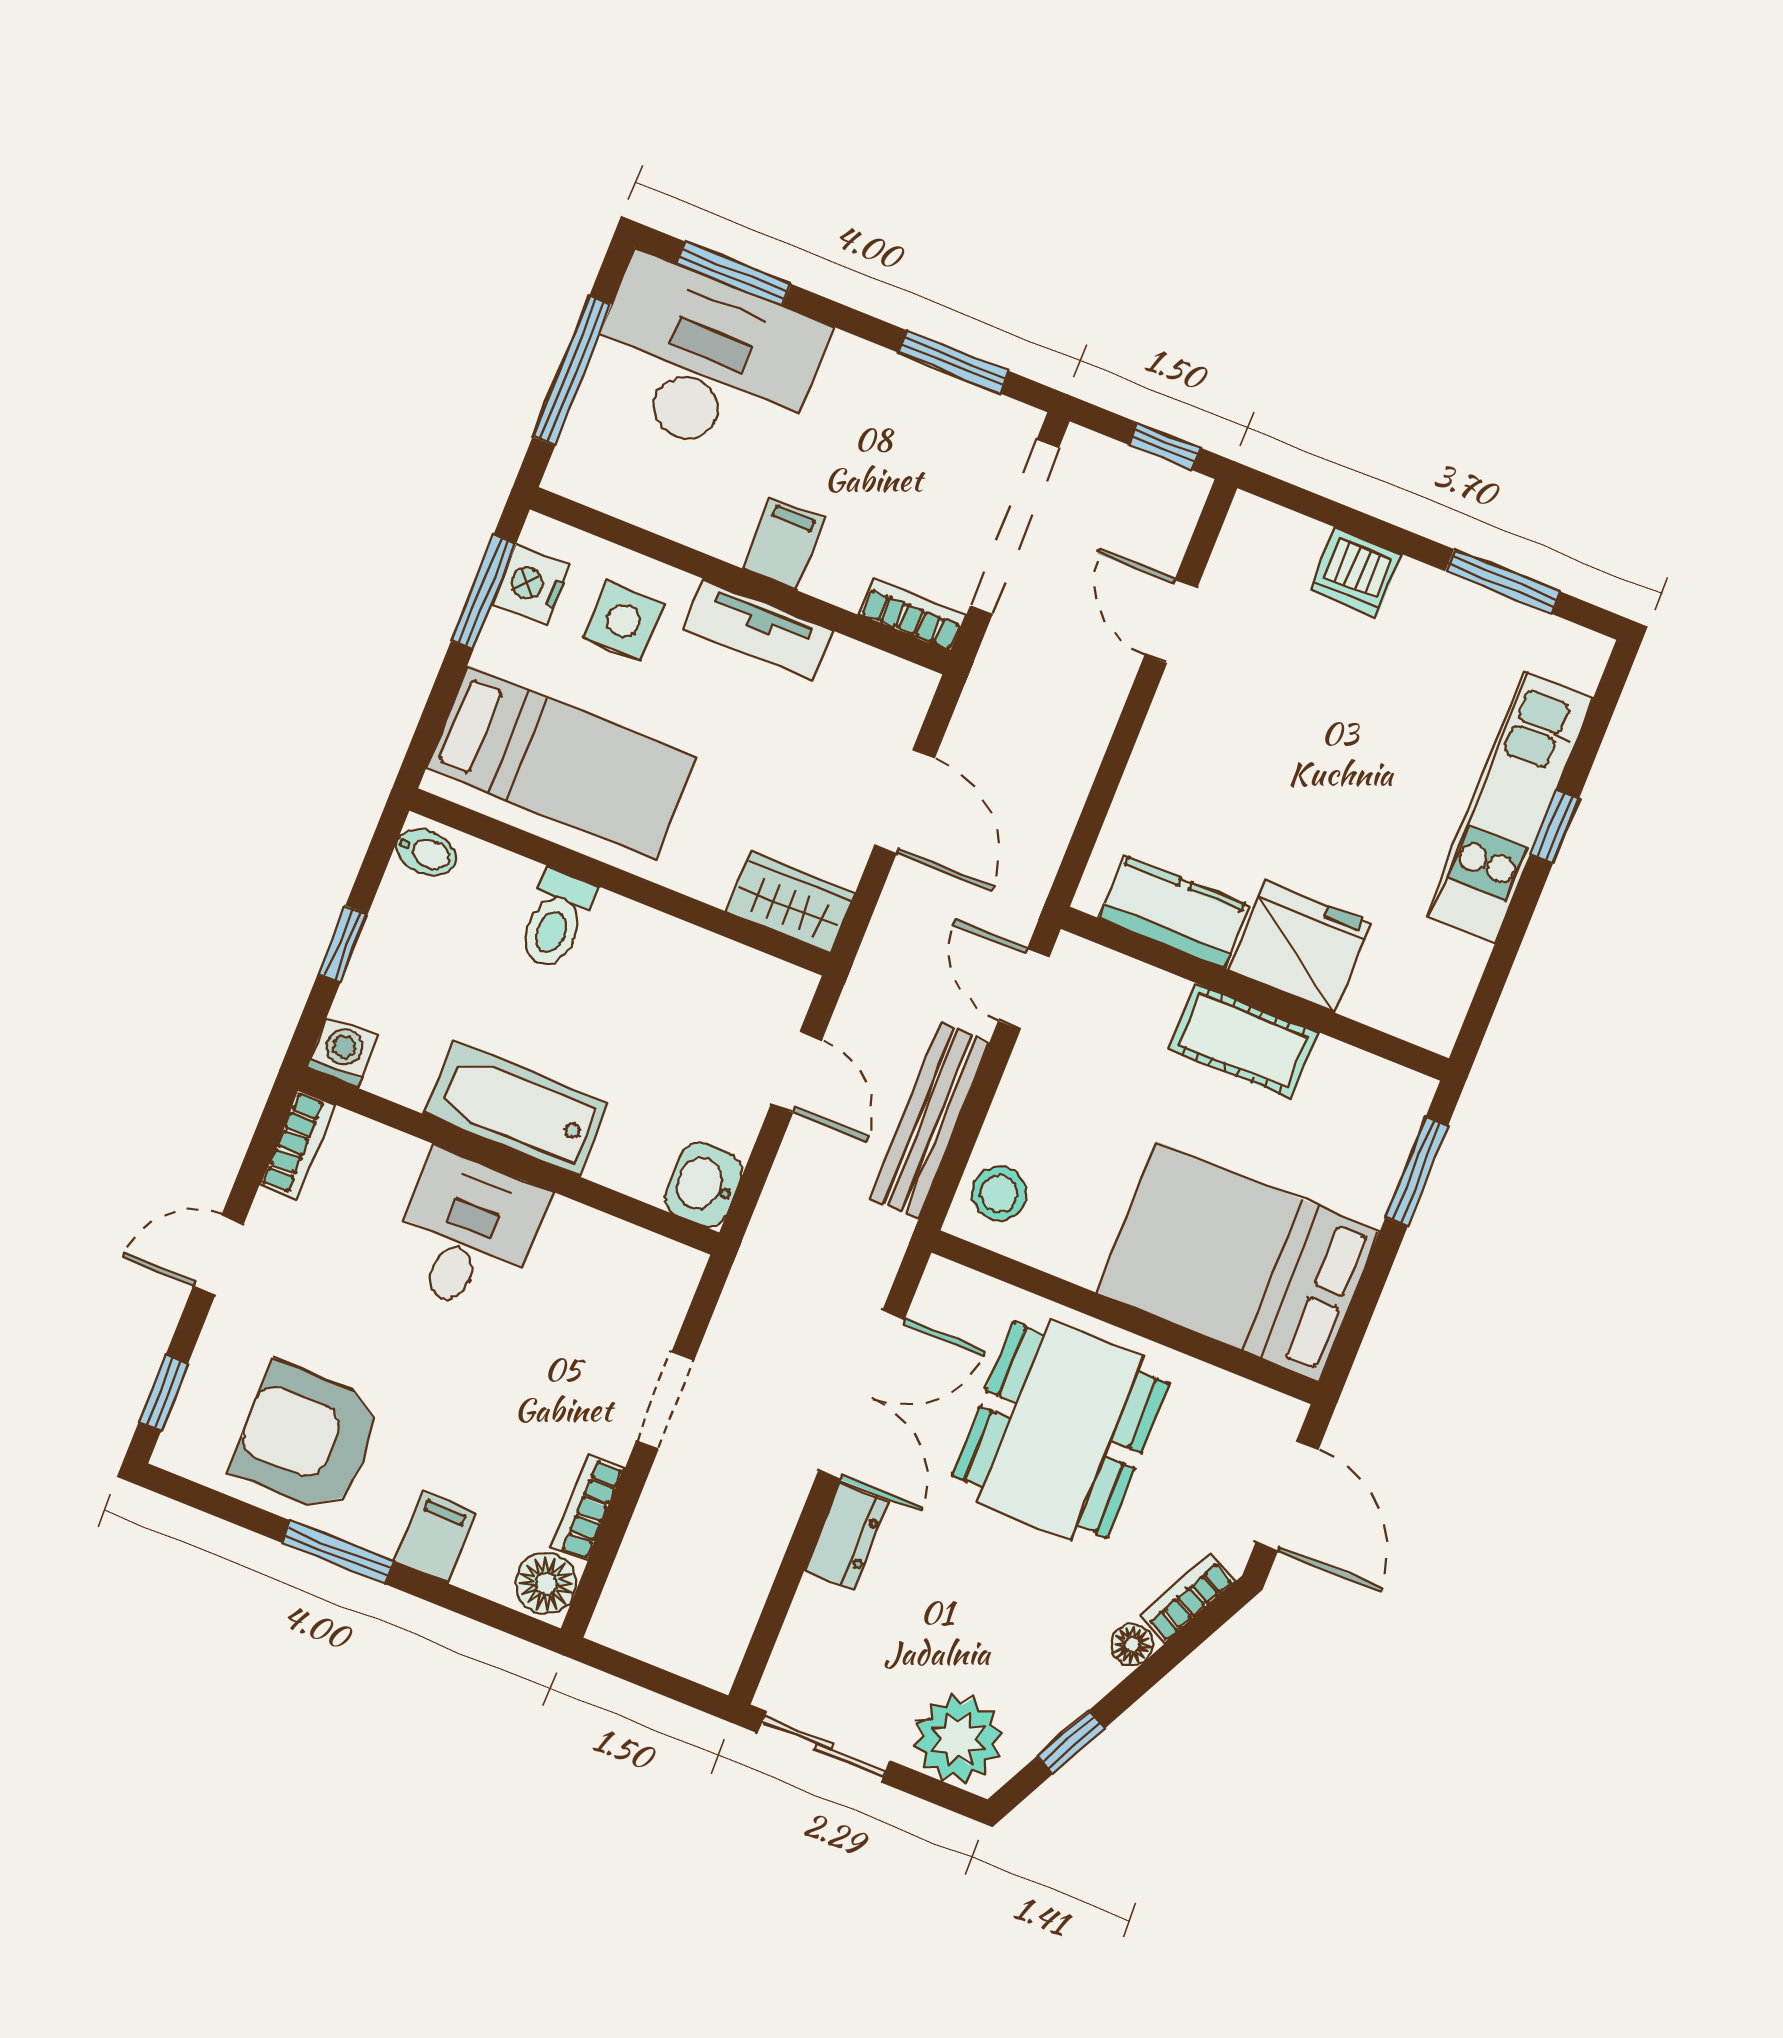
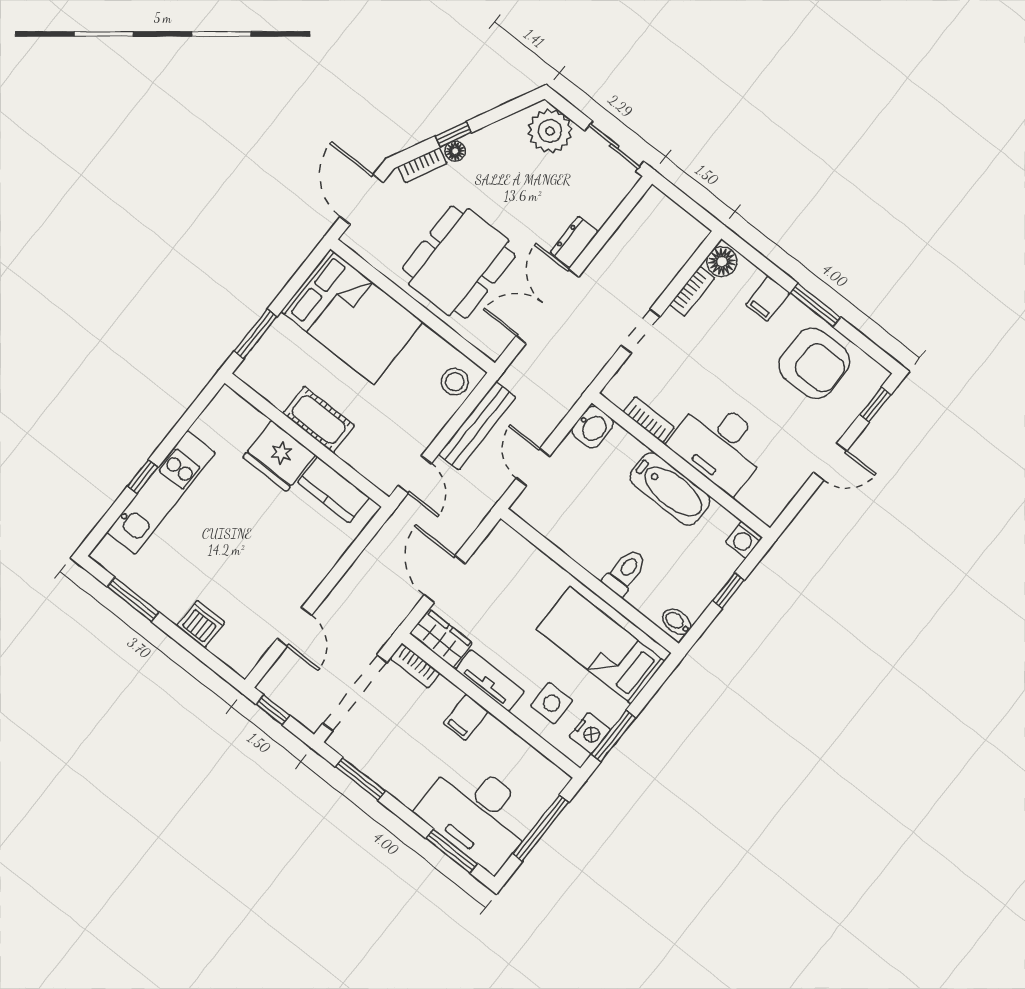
wardrobe: (791, 902) -> (441, 638), moved, turned 180
bookcase: (298, 1145) -> (649, 420), moved, turned 90
desk: (467, 1233) -> (720, 445), width x1.37
window: (1071, 1742) -> (453, 134), moved

